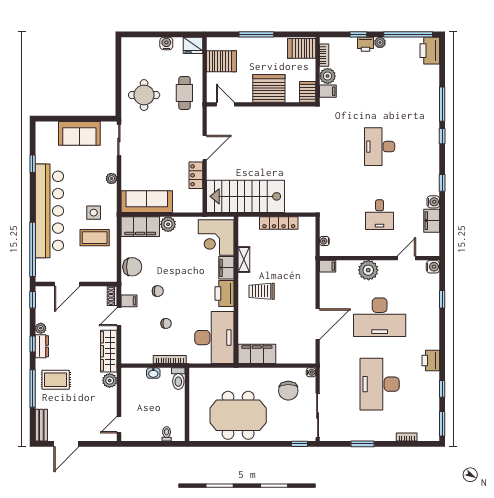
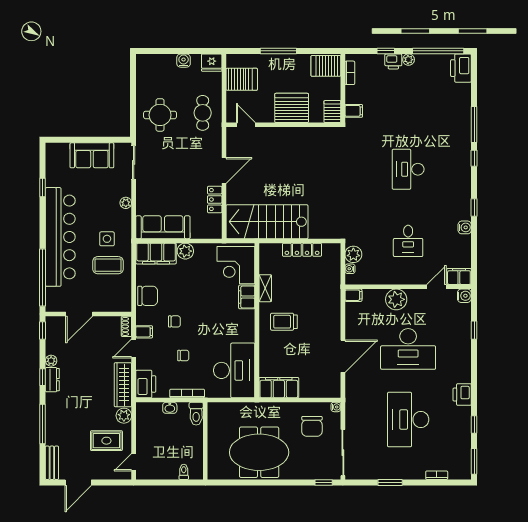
plant: (328, 76) -> (353, 254), moved
filing cabinet: (432, 221) -> (459, 276), moved, turned 90
printer: (225, 293) -> (146, 384), moved, turned 180
rug: (56, 380) -> (106, 441), moved

